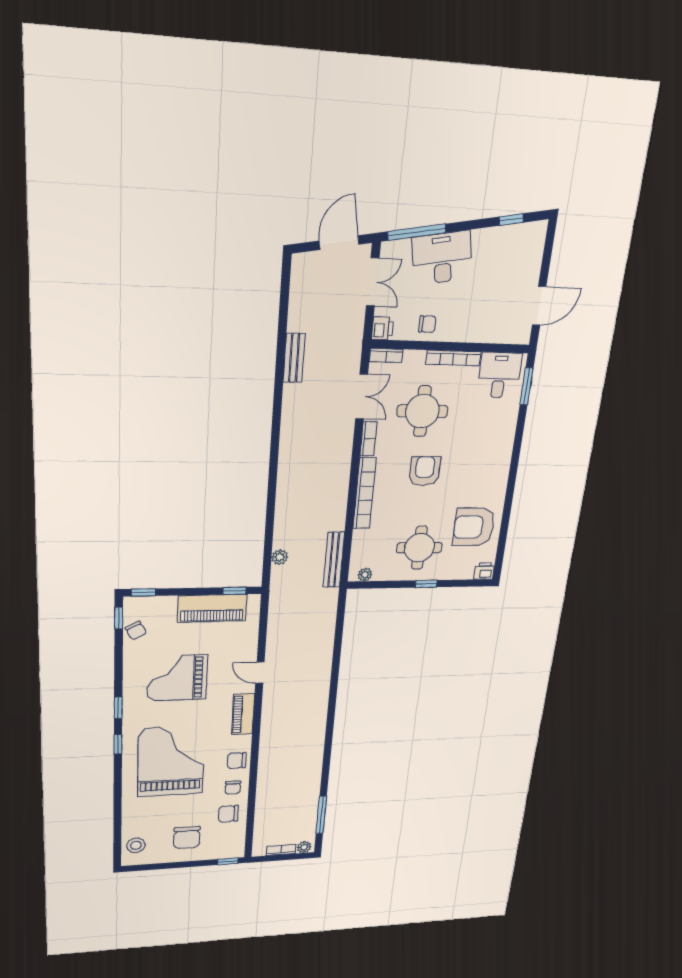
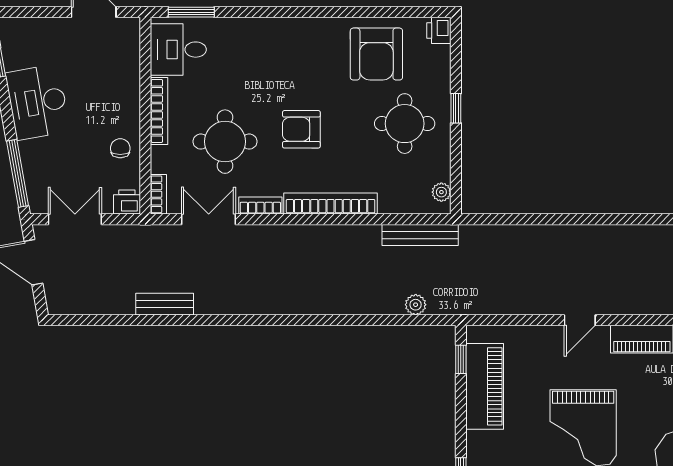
desk: (442, 258) -> (38, 102), moved

